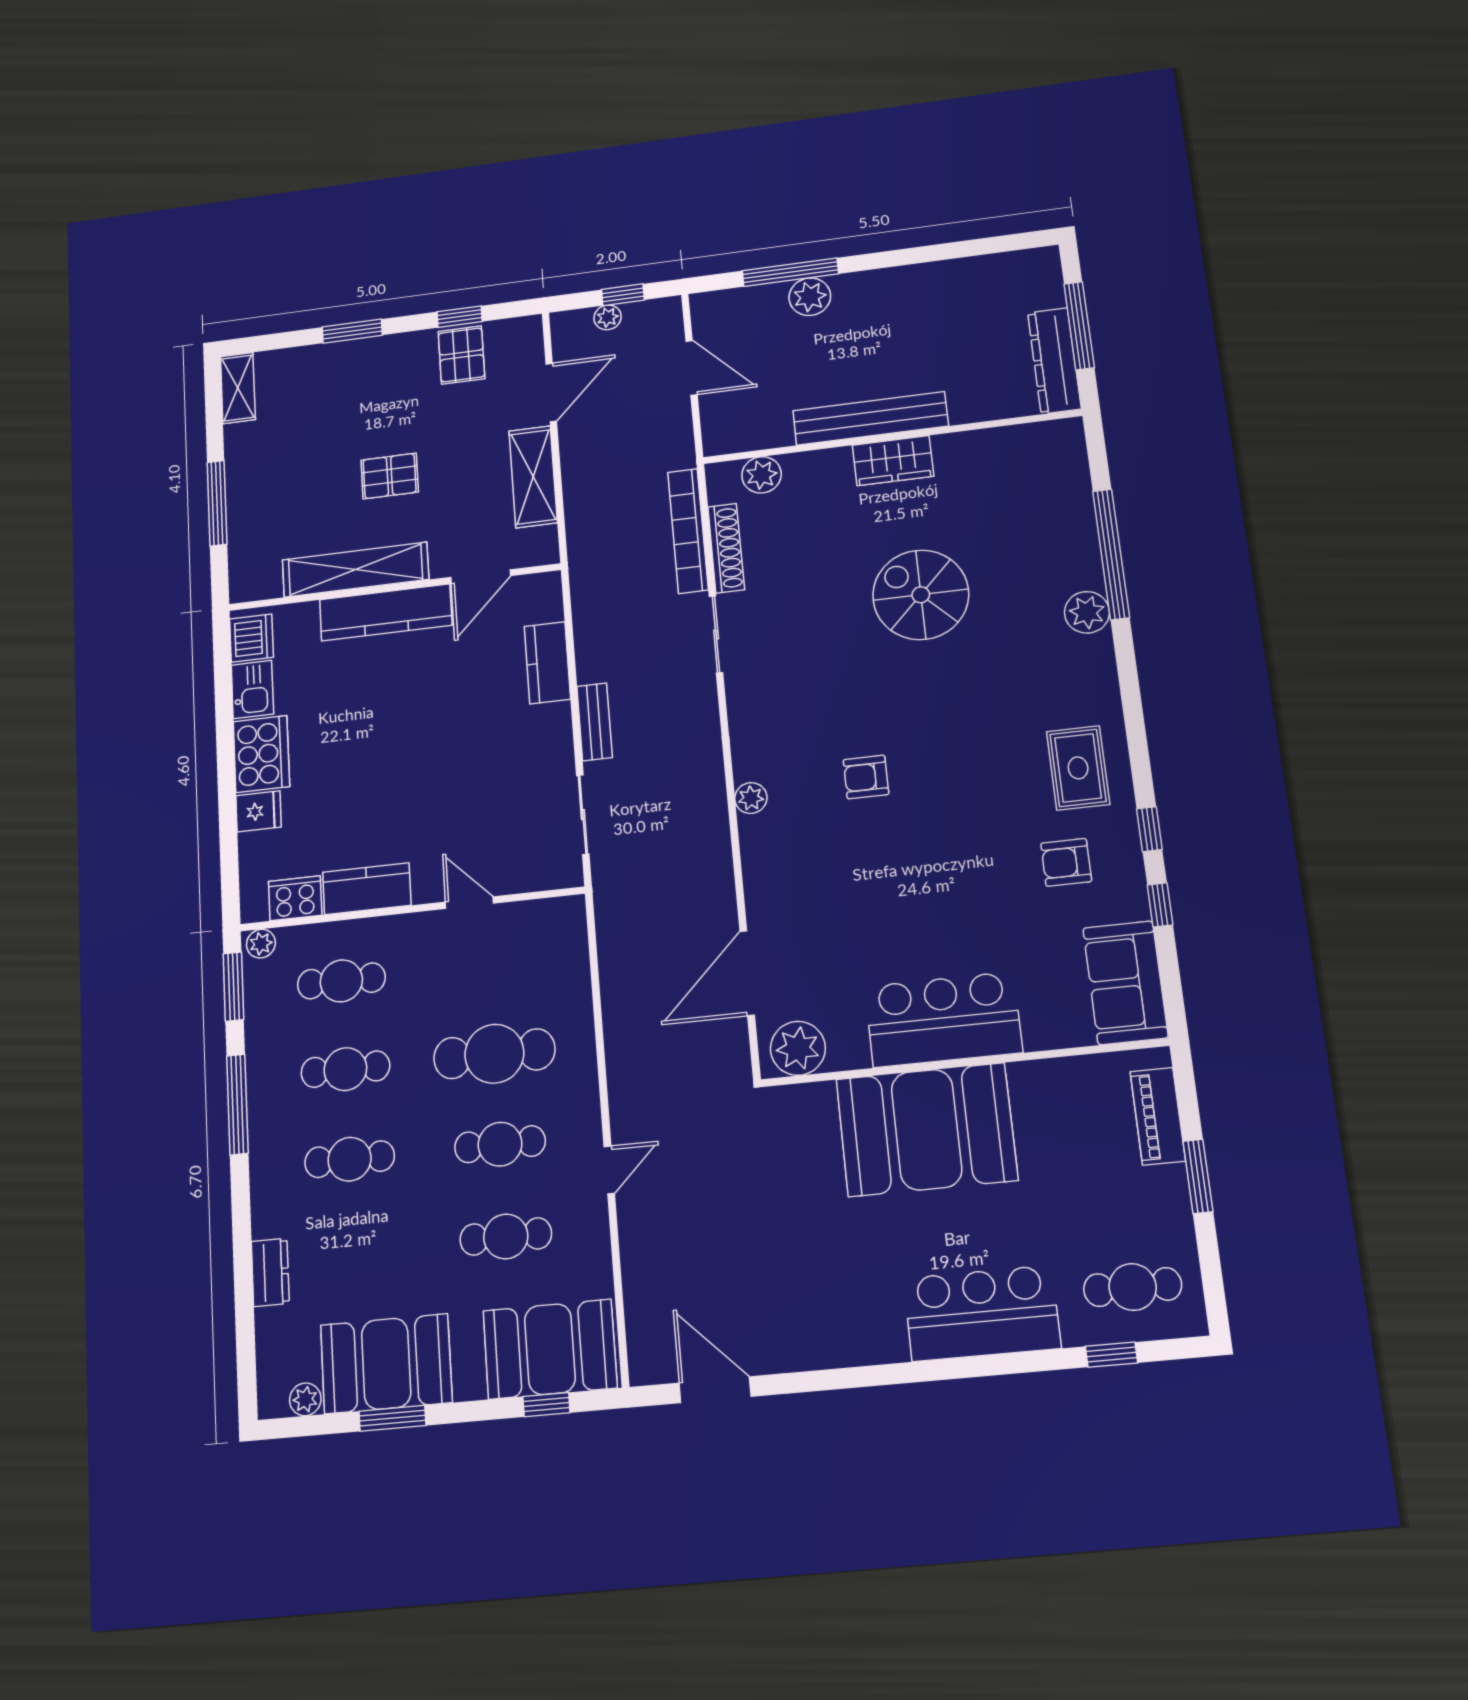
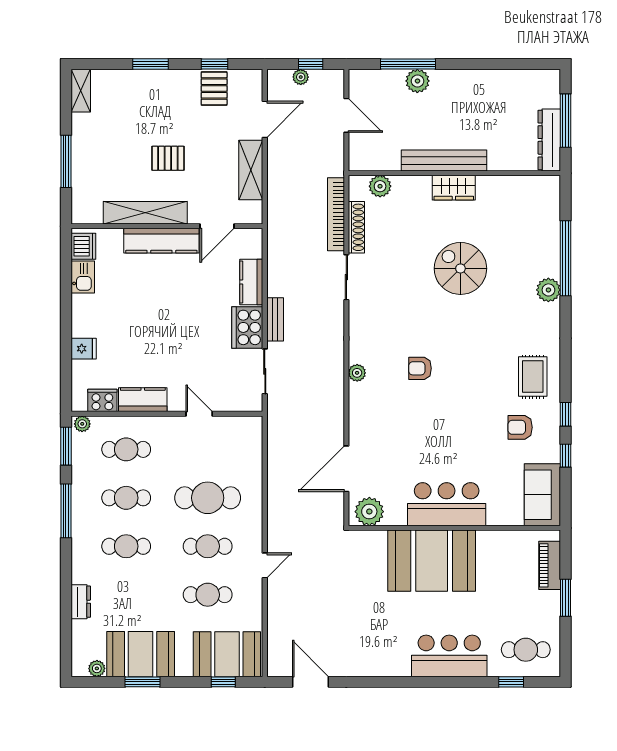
cooker: (261, 754) -> (247, 327), moved, turned 180

